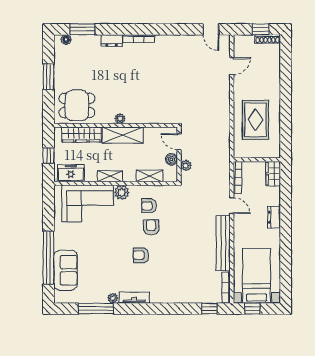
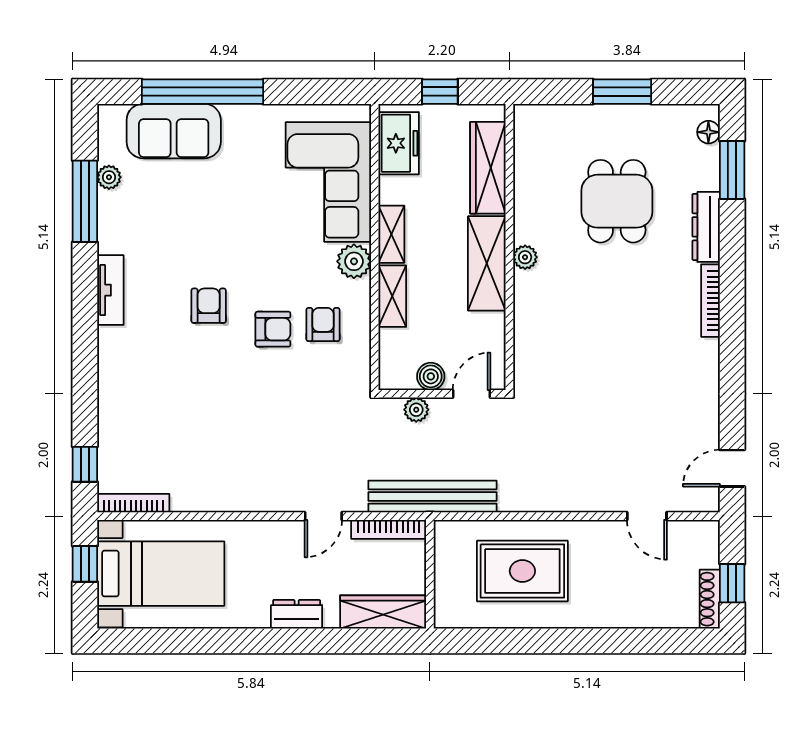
dresser: (112, 40) -> (706, 227), width x1.44
dining table: (77, 105) -> (617, 201), moved
wardrobe: (273, 174) -> (383, 612), width x1.50
shelving: (150, 176) -> (392, 296), moved
bench: (223, 243) -> (432, 496), moved
plant: (113, 298) -> (109, 177), moved

